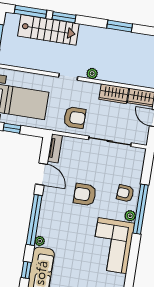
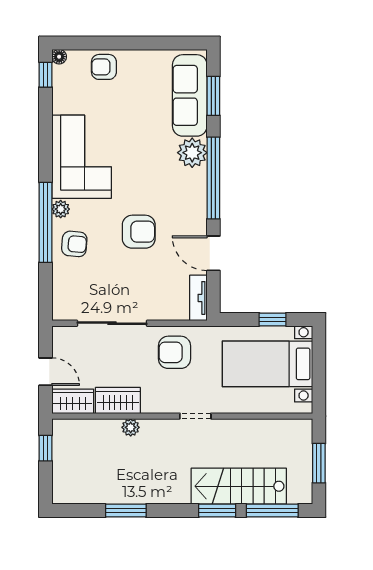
plant: (92, 73) -> (131, 427), moved
plant: (40, 241) -> (192, 153), width x1.88, depth x1.88
window: (26, 270) -> (213, 96), width x1.50

